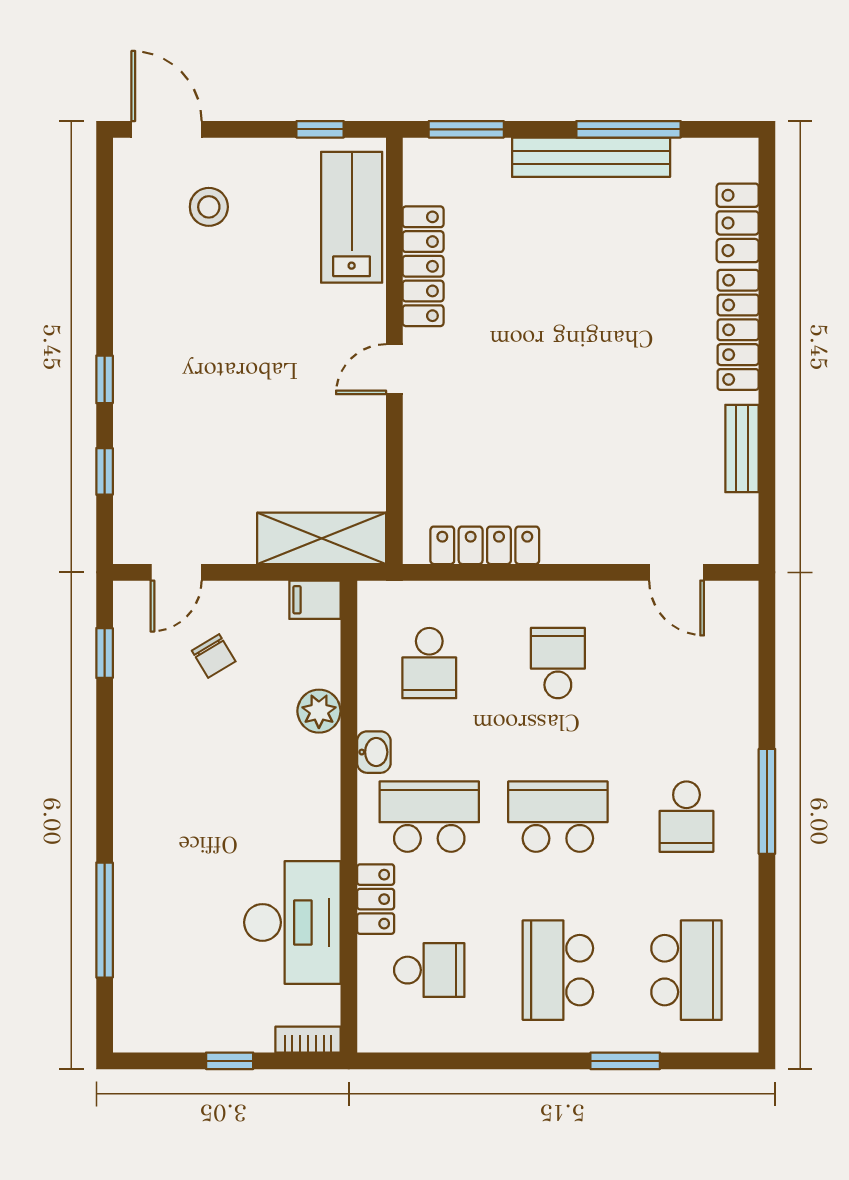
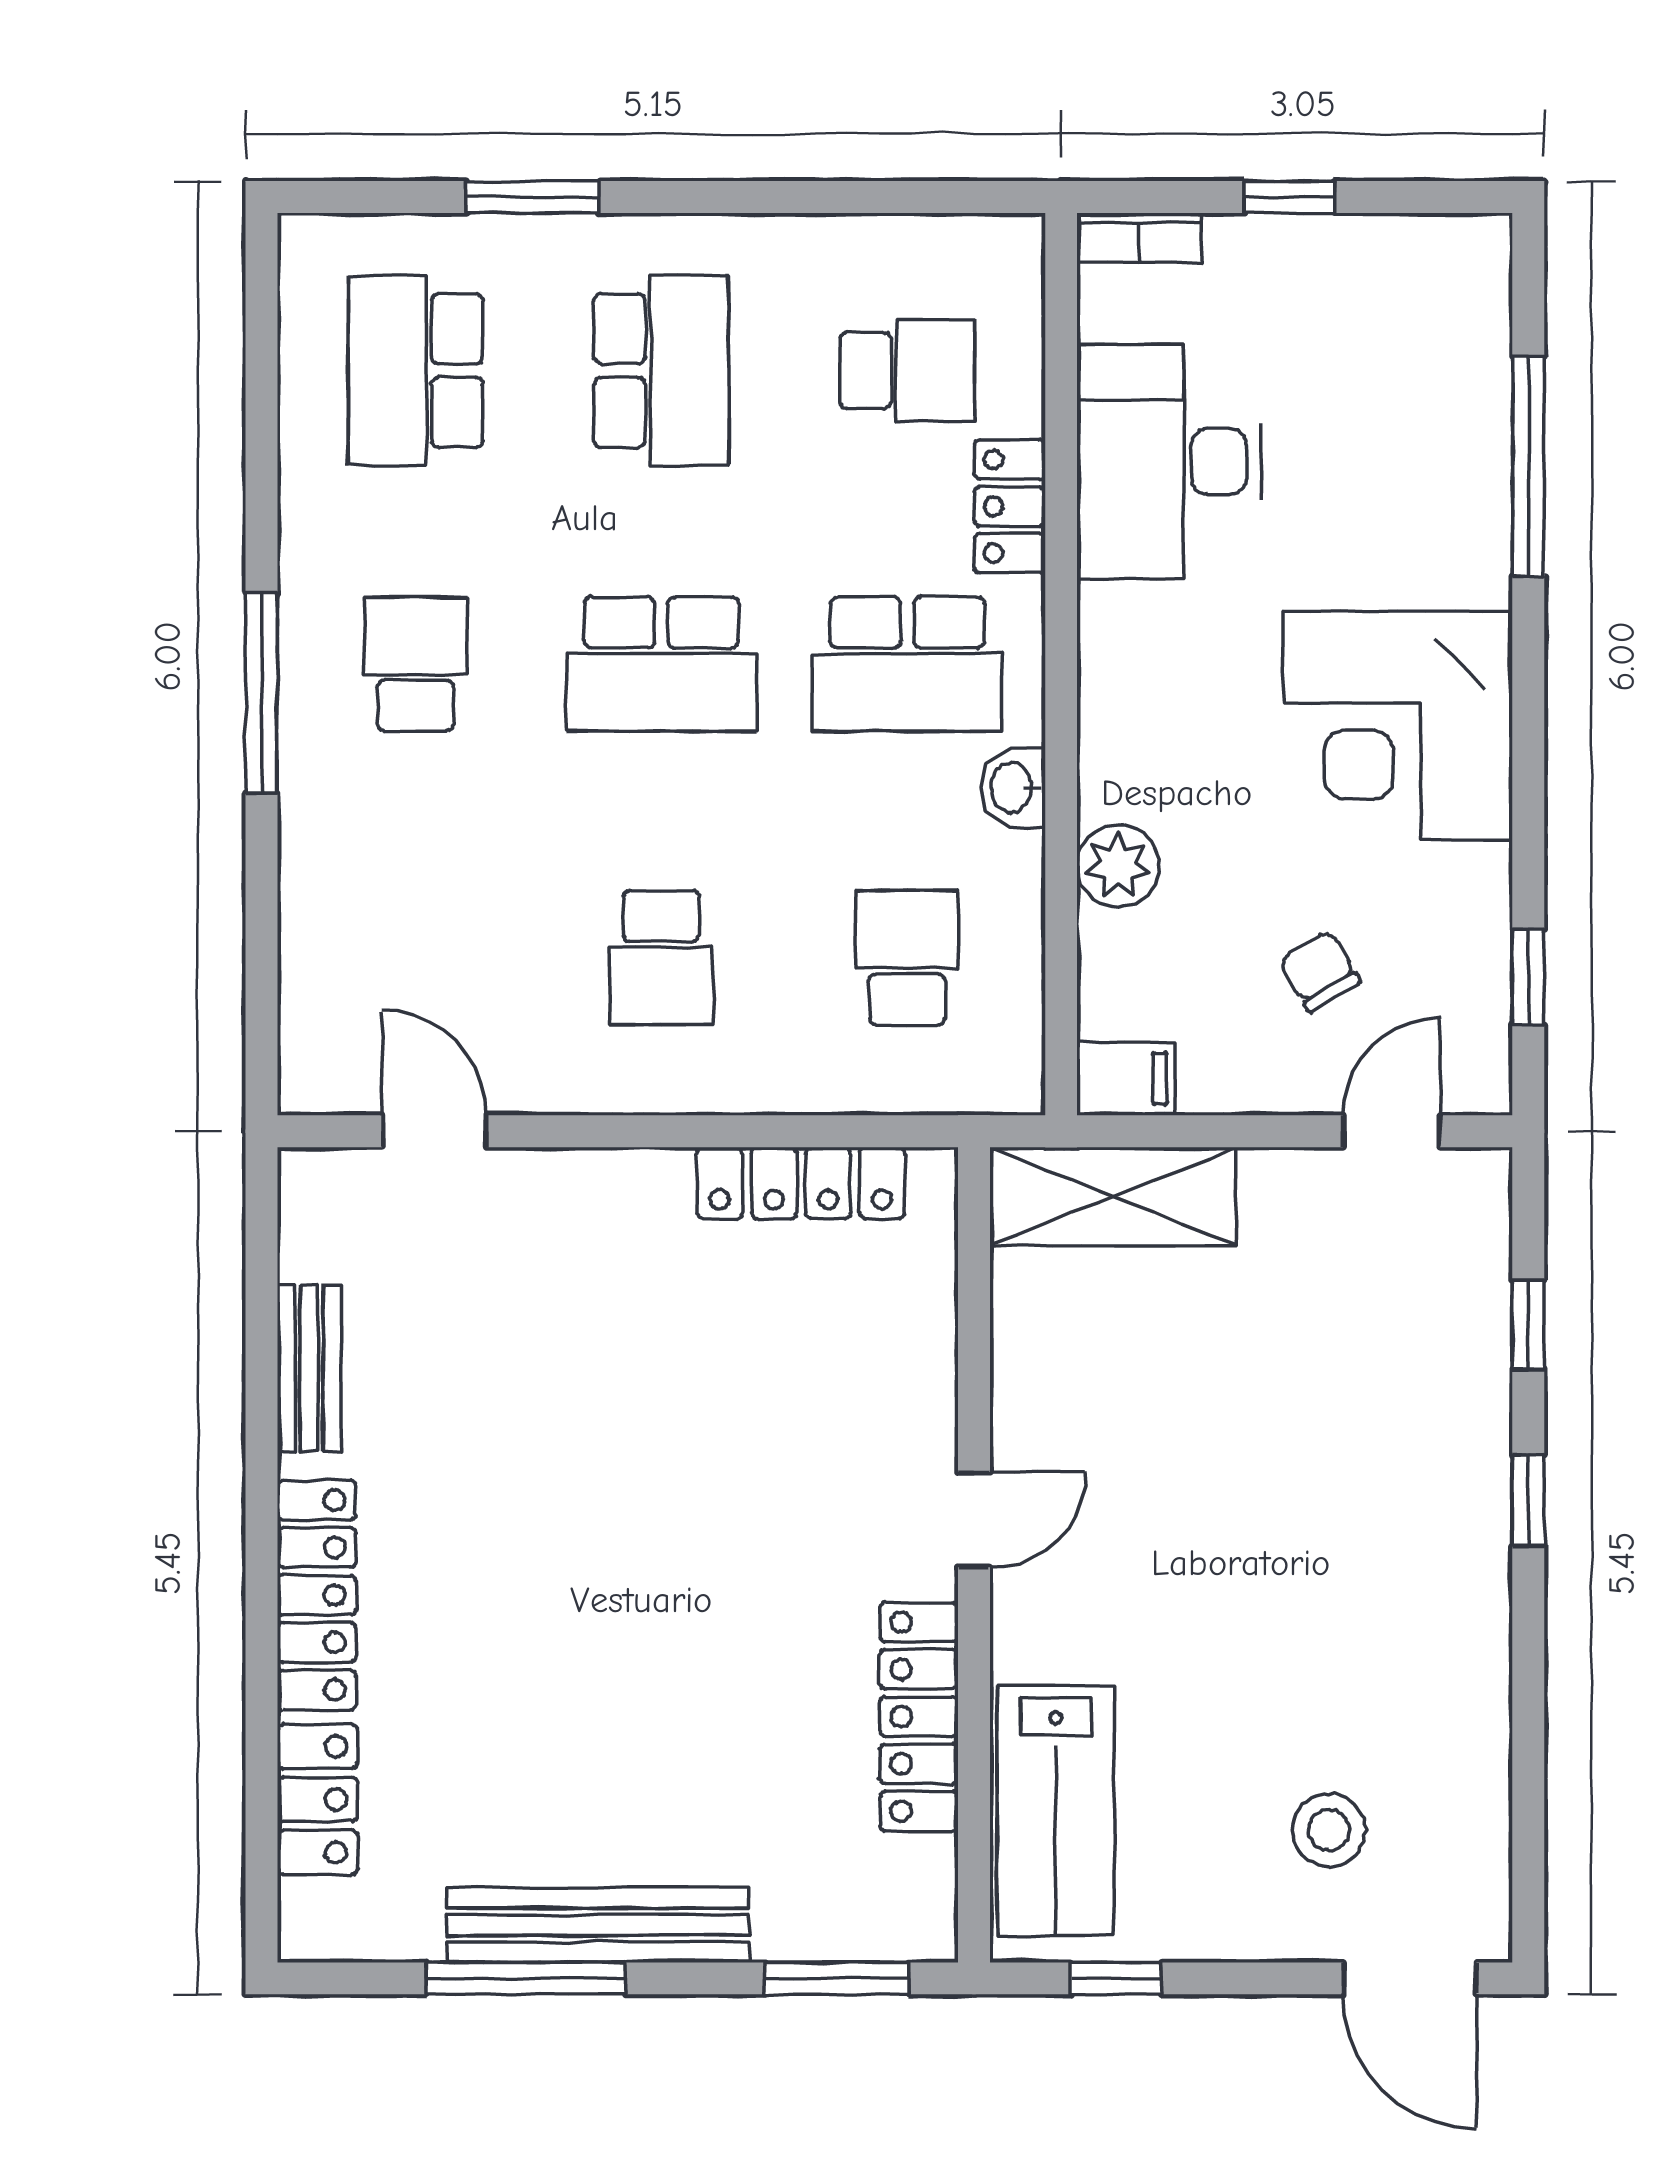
corner desk: (173, 784) -> (1398, 726), added
school desk: (429, 970) -> (907, 371), turned 180

